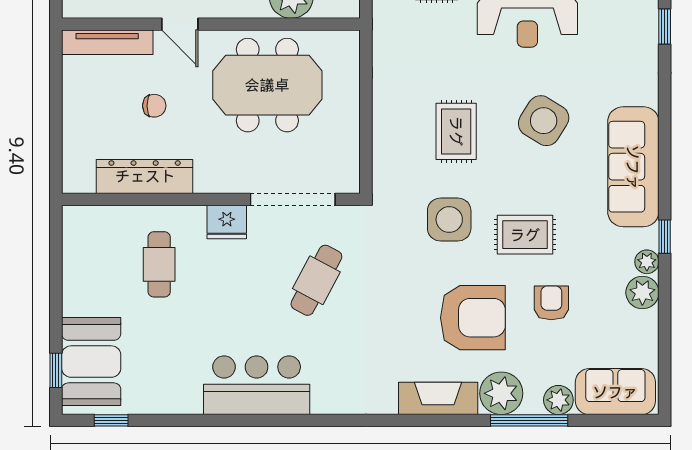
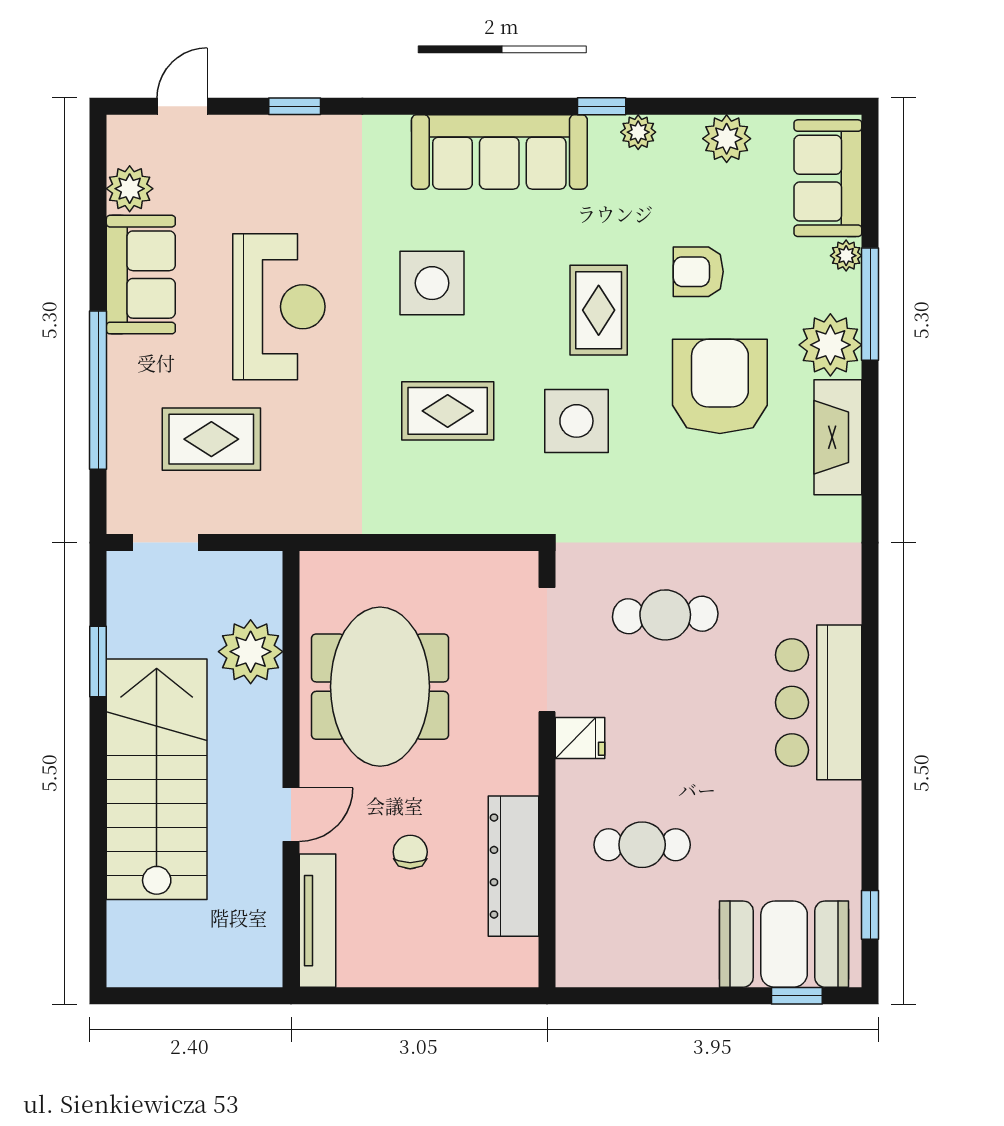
side table: (544, 121) -> (432, 283), turned -32
fridge: (227, 222) -> (580, 738), width x0.72
cafe table: (316, 280) -> (665, 615), turned -30
plant: (642, 292) -> (727, 139), moved
plant: (558, 400) -> (846, 256), width x0.73, depth x0.73

